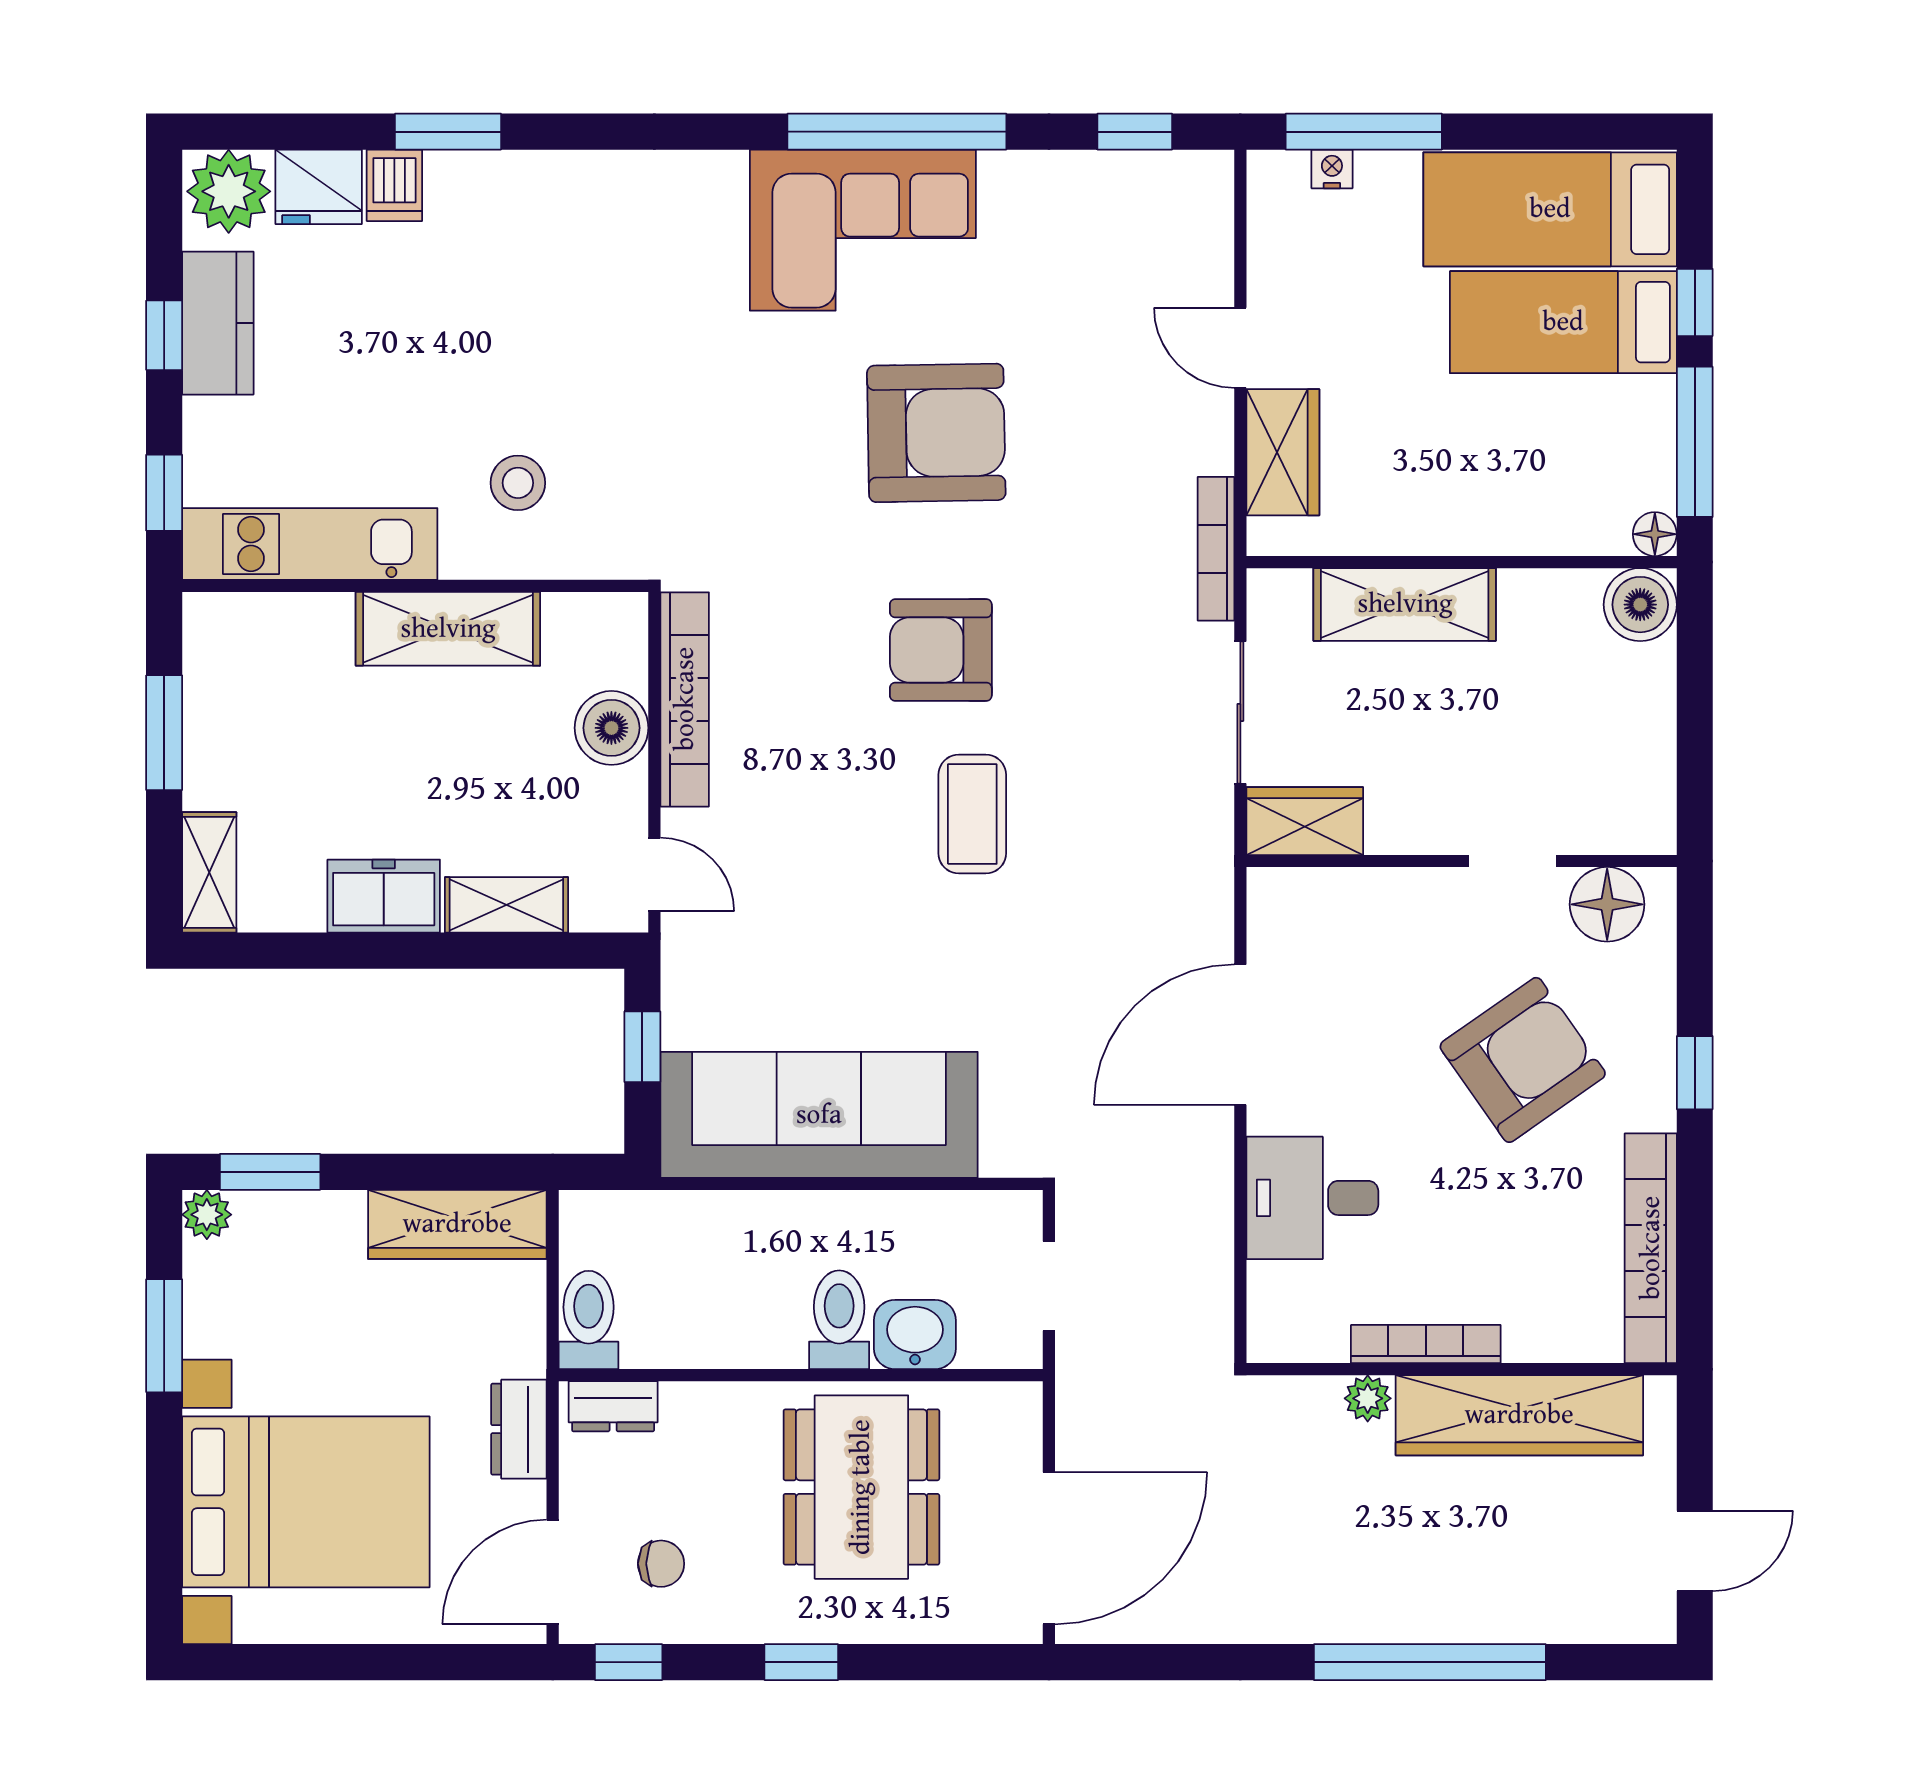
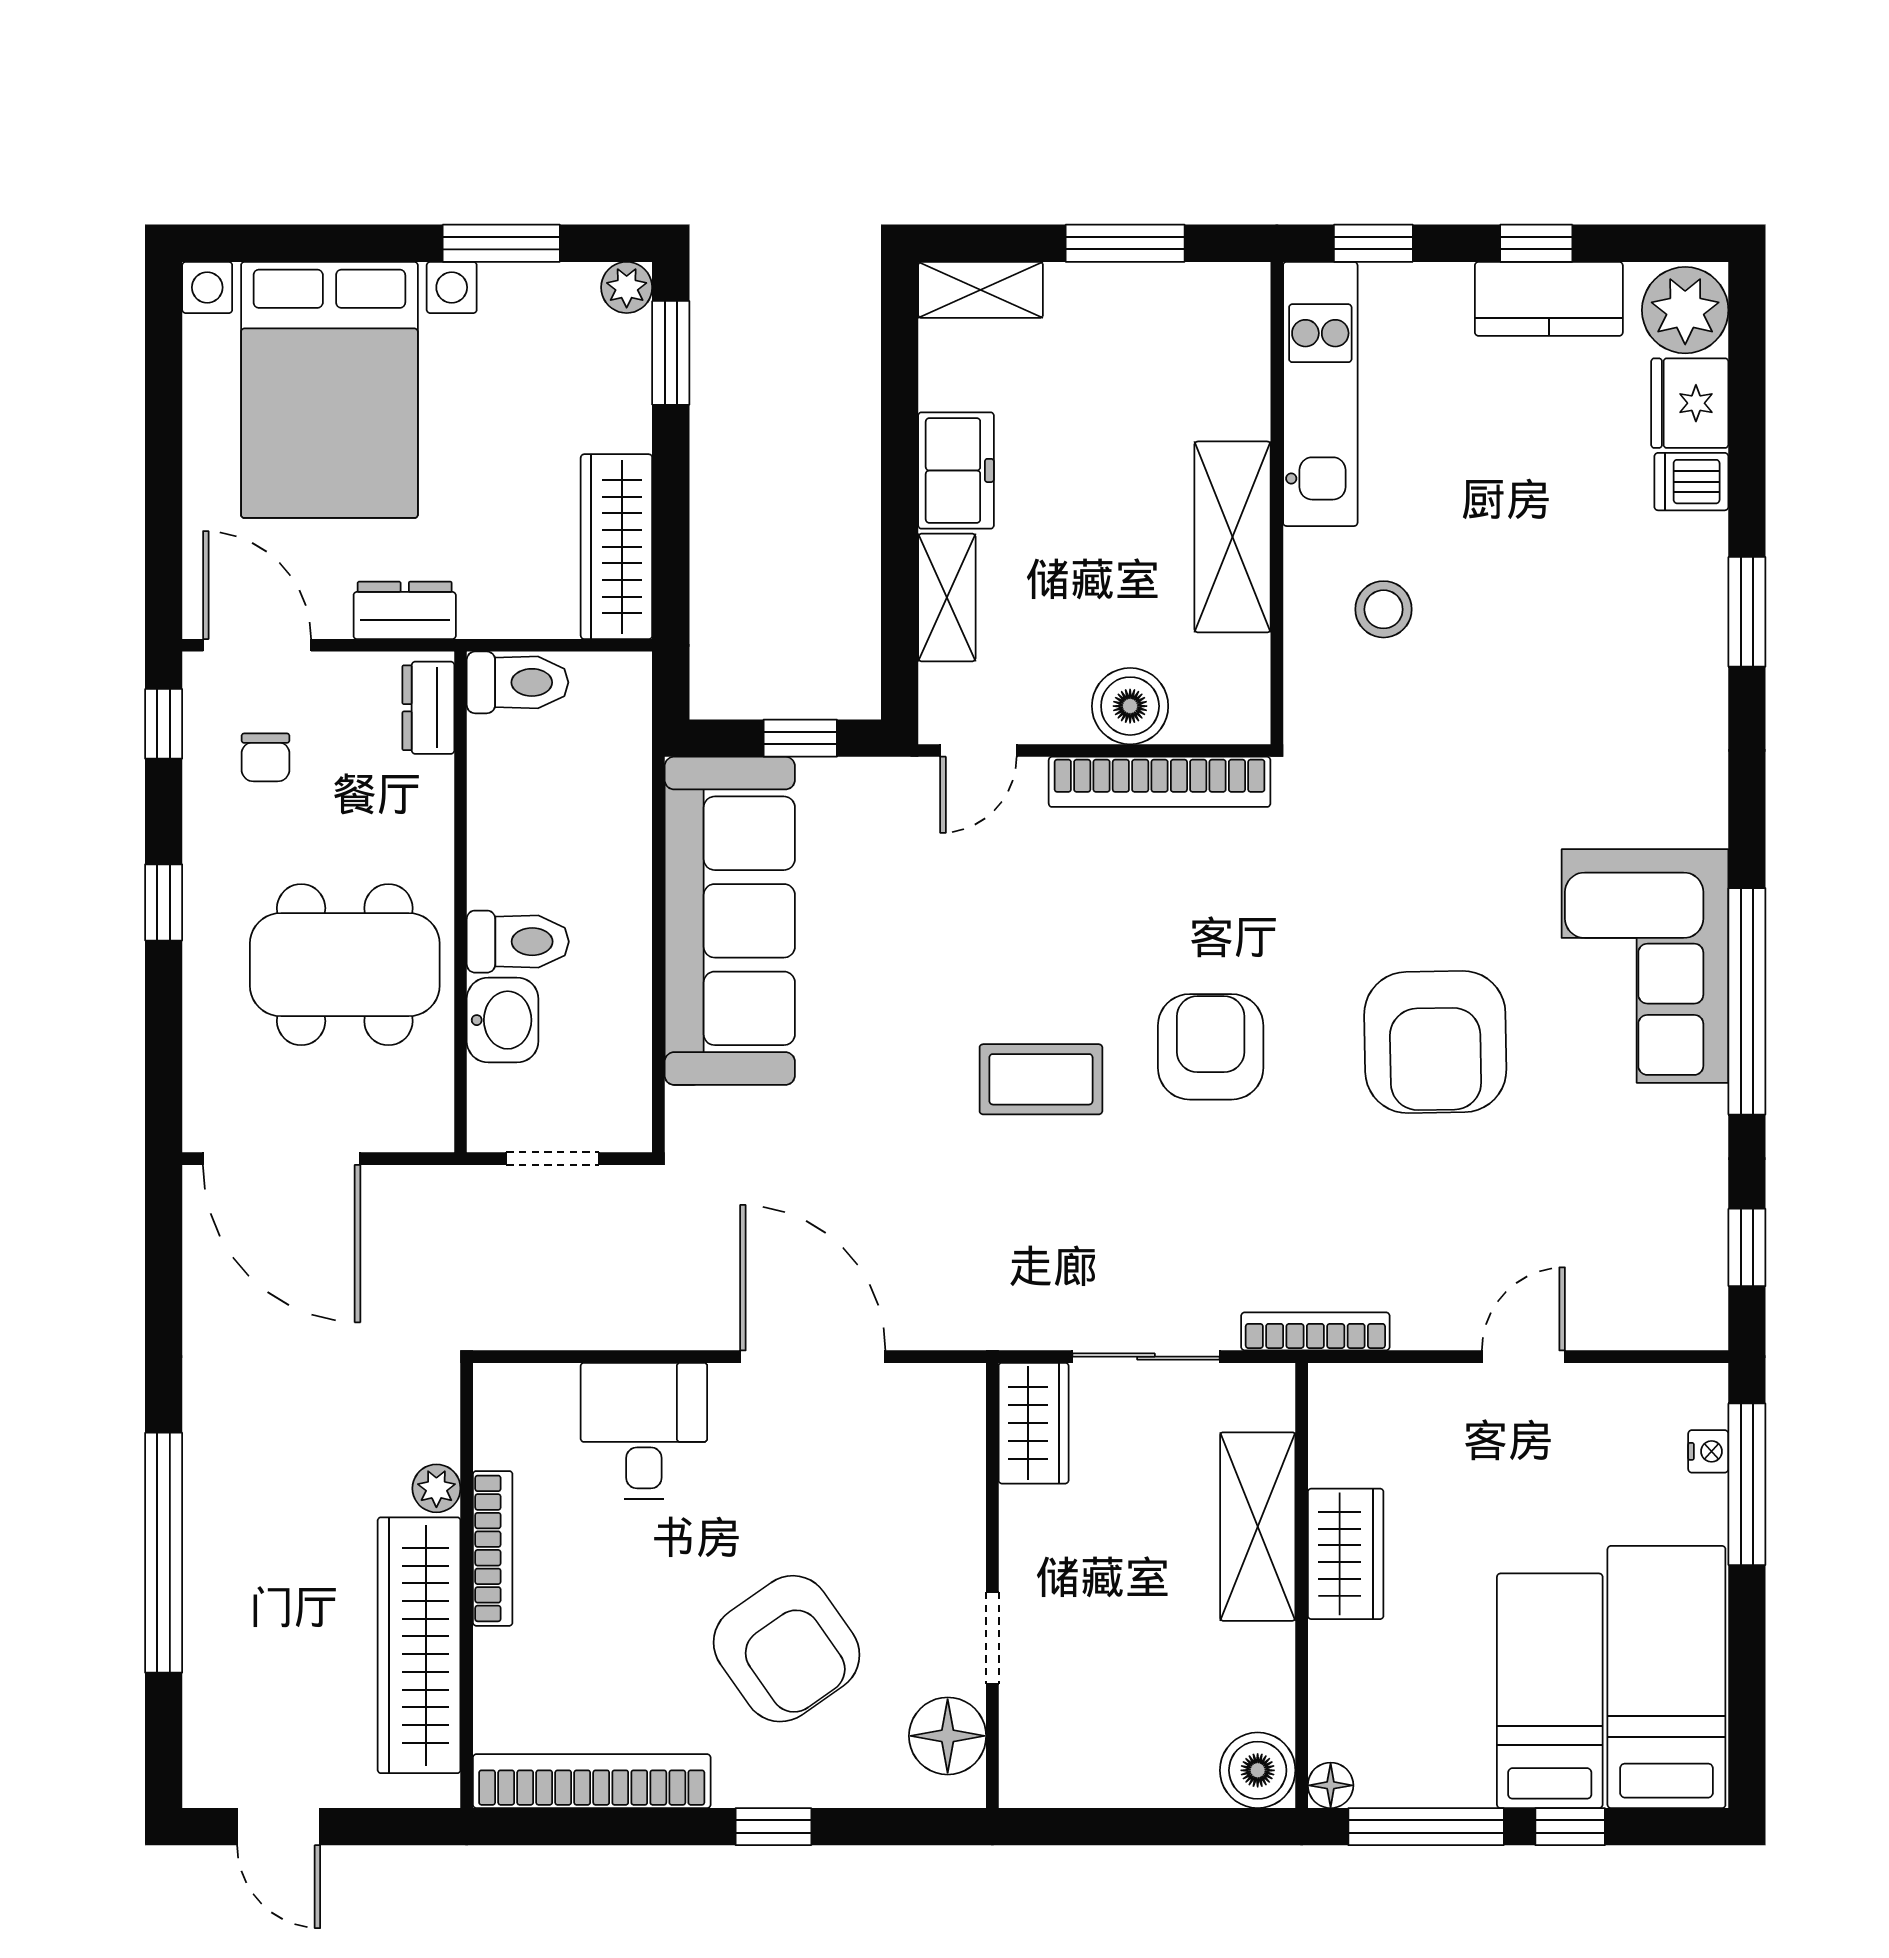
window: (448, 132) -> (1747, 612), moved
wardrobe: (1283, 452) -> (1346, 1554), moved, turned -90

